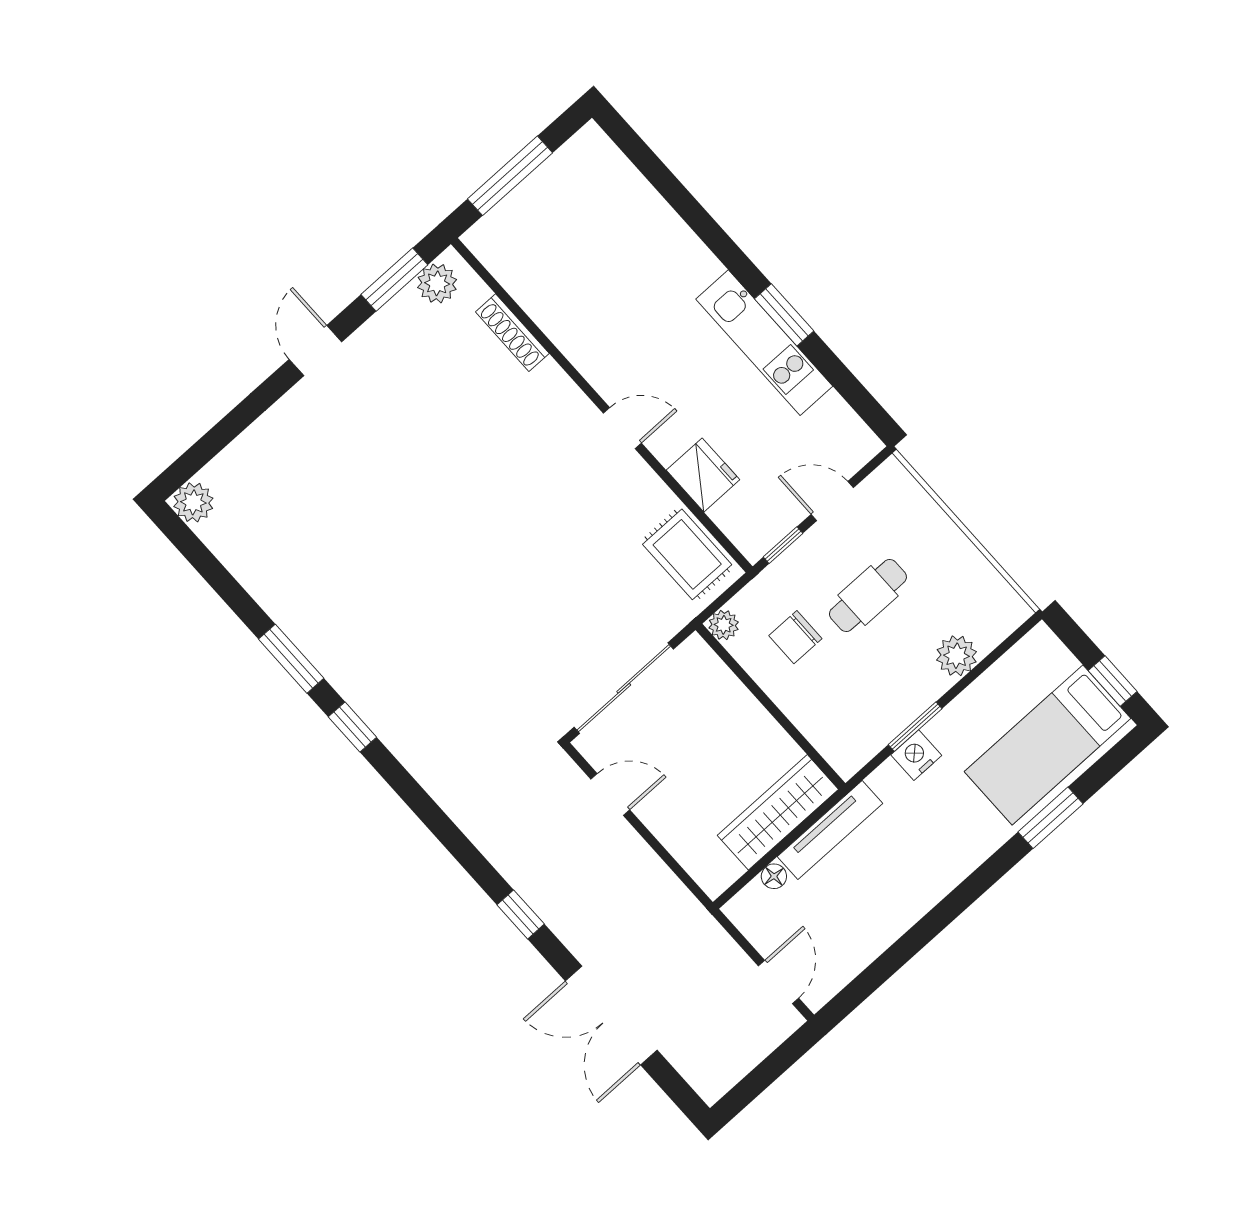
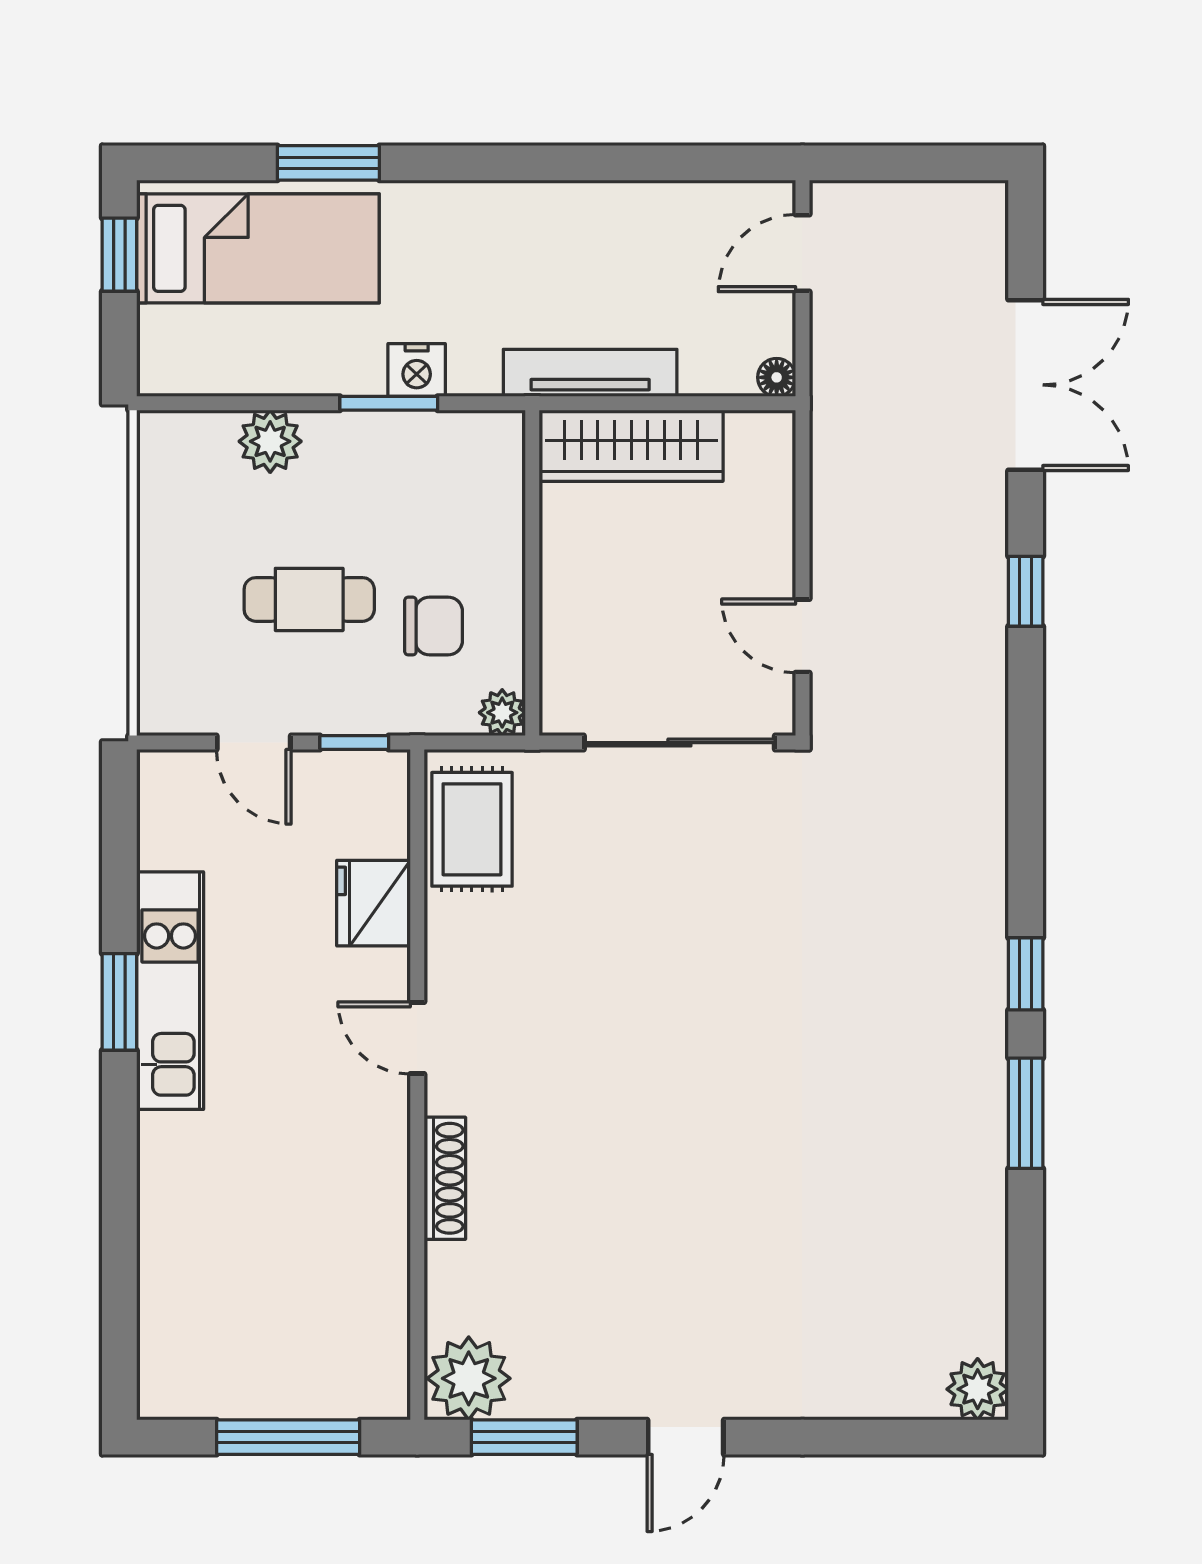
plant: (437, 283) -> (469, 1378), width x1.36, depth x1.36
shoe rack: (512, 333) -> (445, 1178), moved
floor lamp: (774, 876) -> (777, 377), moved

